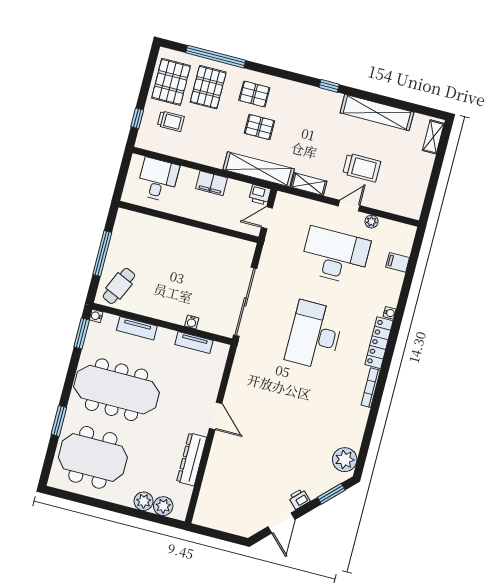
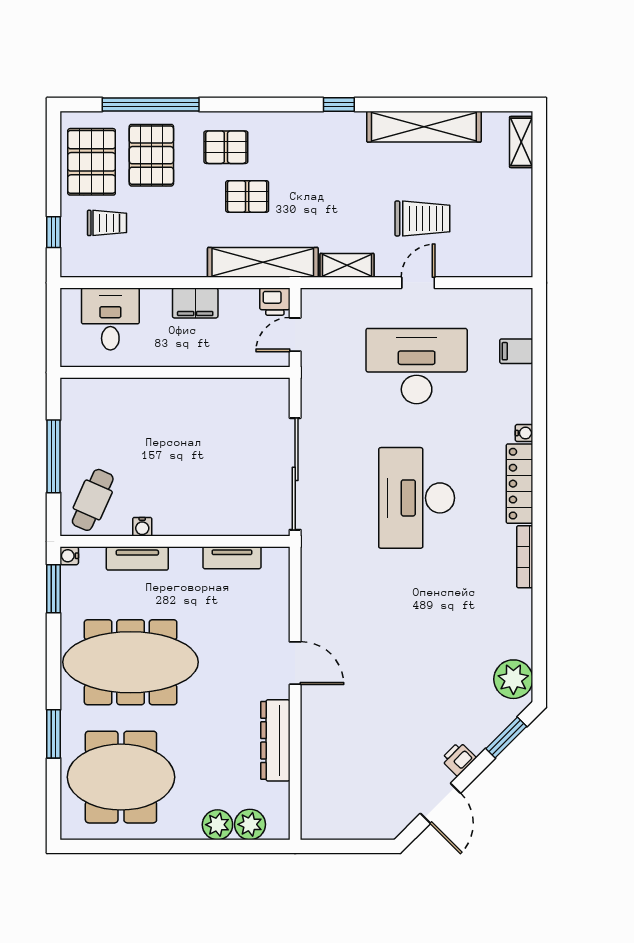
plant: (372, 222) -> (459, 298), removed
water cooler: (192, 322) -> (142, 527), moved

